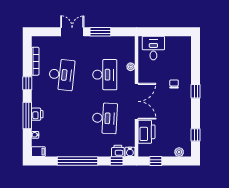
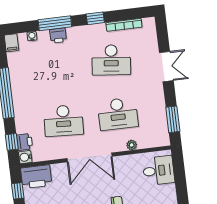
window: (100, 32) -> (173, 119), moved
printer: (146, 132) -> (36, 177), moved

